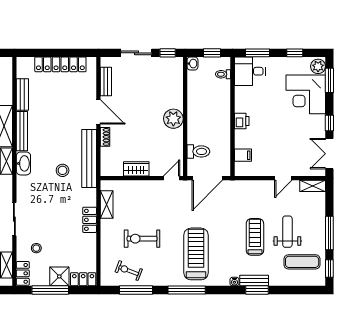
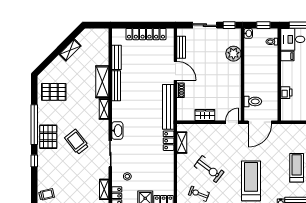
plant: (173, 119) -> (233, 54), moved
printer: (242, 121) -> (286, 93), moved
filing cabinet: (243, 155) -> (287, 56), moved
washbasin: (23, 163) -> (117, 131), moved
stool: (63, 170) -> (148, 116), removed
locker: (90, 220) -> (169, 141), moved
exercise bike: (142, 239) -> (209, 169), turned -143

